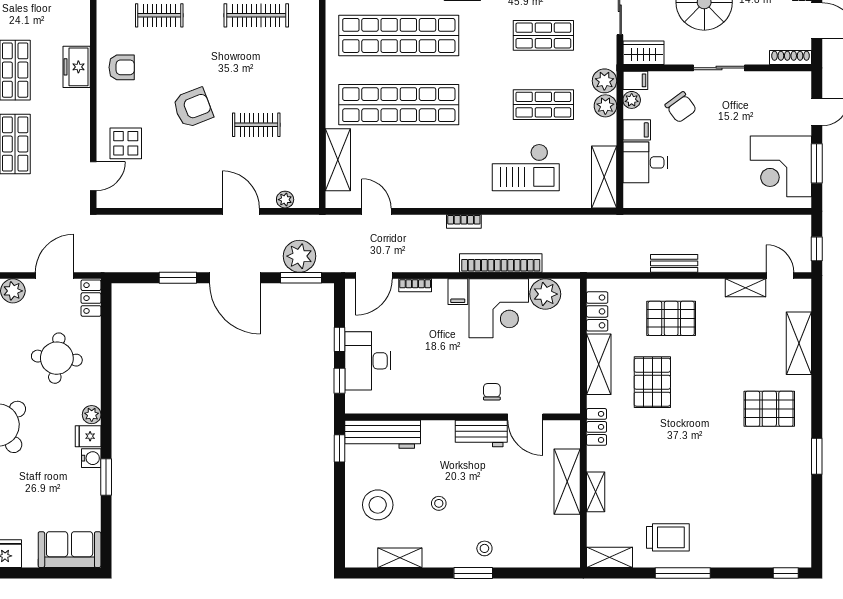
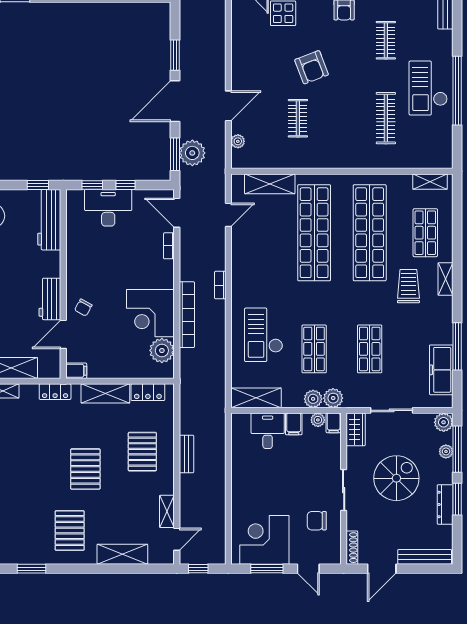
chair: (681, 107) -> (317, 521), moved, turned 36
filing cabinet: (458, 292) -> (76, 371), moved, turned 180
pallet: (652, 382) -> (85, 469), moved, turned 90
chair: (492, 392) -> (83, 308), turned 119

